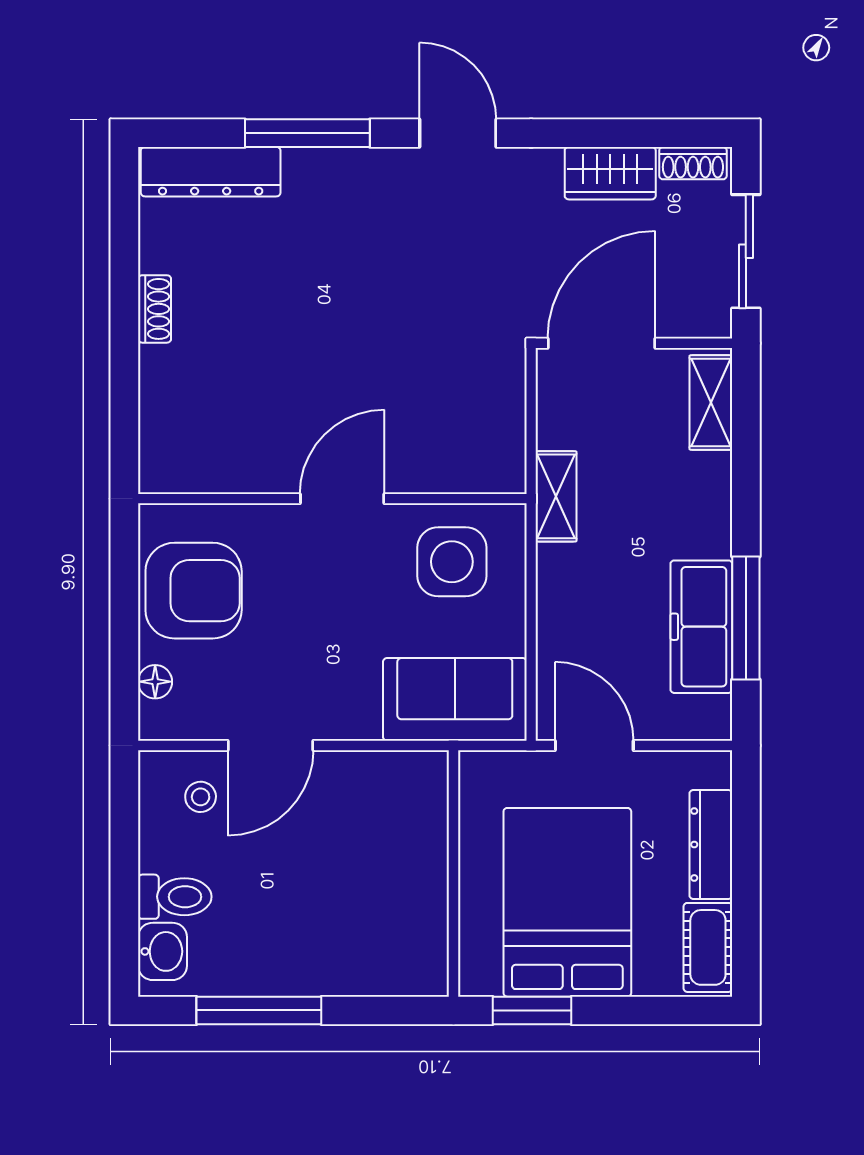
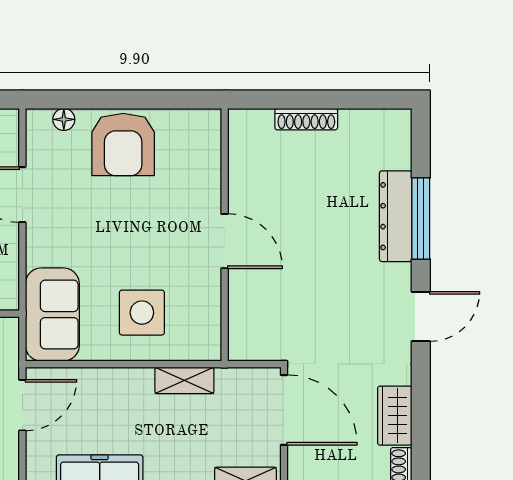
dresser: (211, 172) -> (396, 216), moved
shoe rack: (155, 309) -> (306, 119), width x1.43
wall: (332, 499) -> (225, 235), moved
door: (342, 499) -> (225, 241), moved

